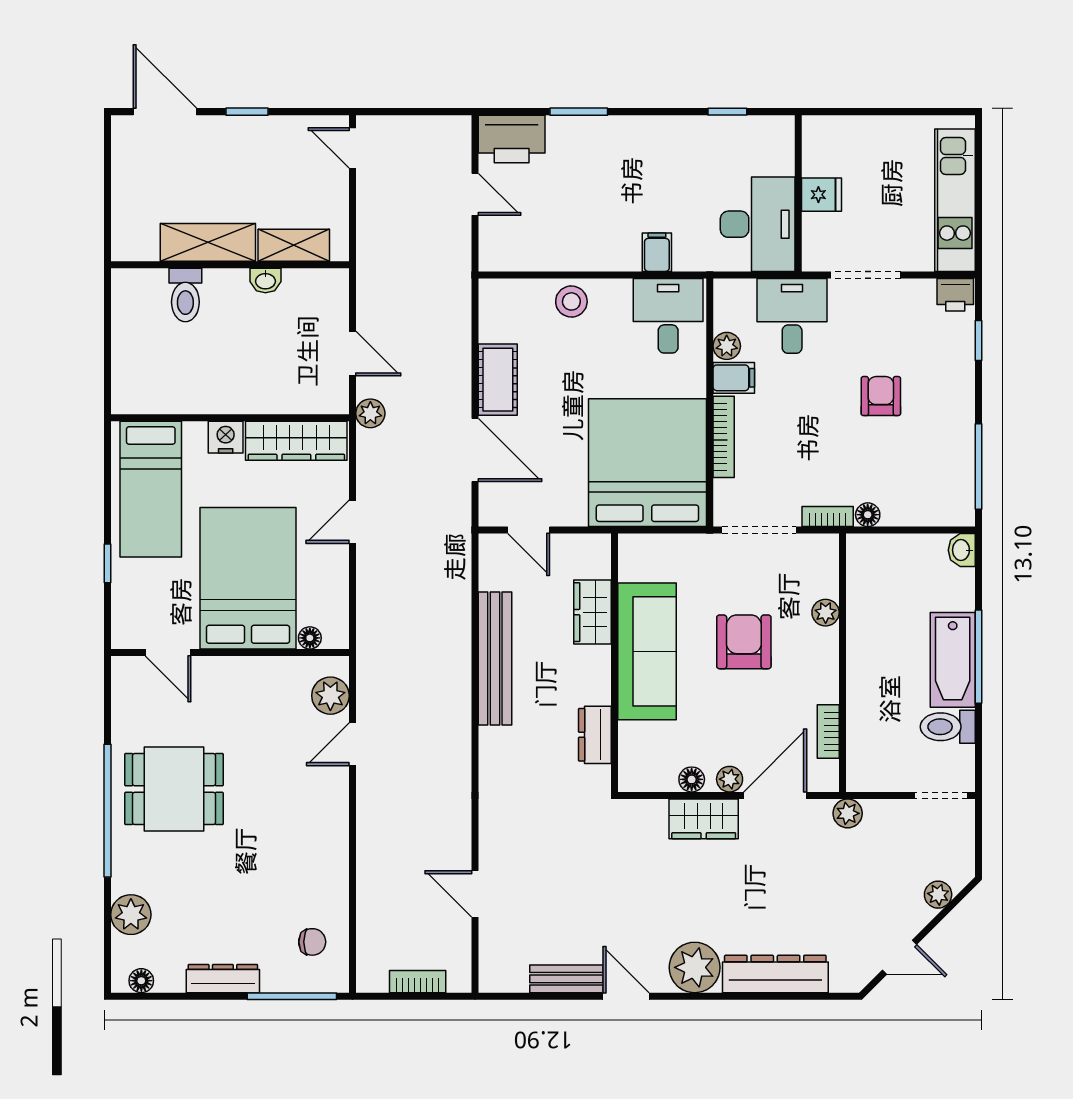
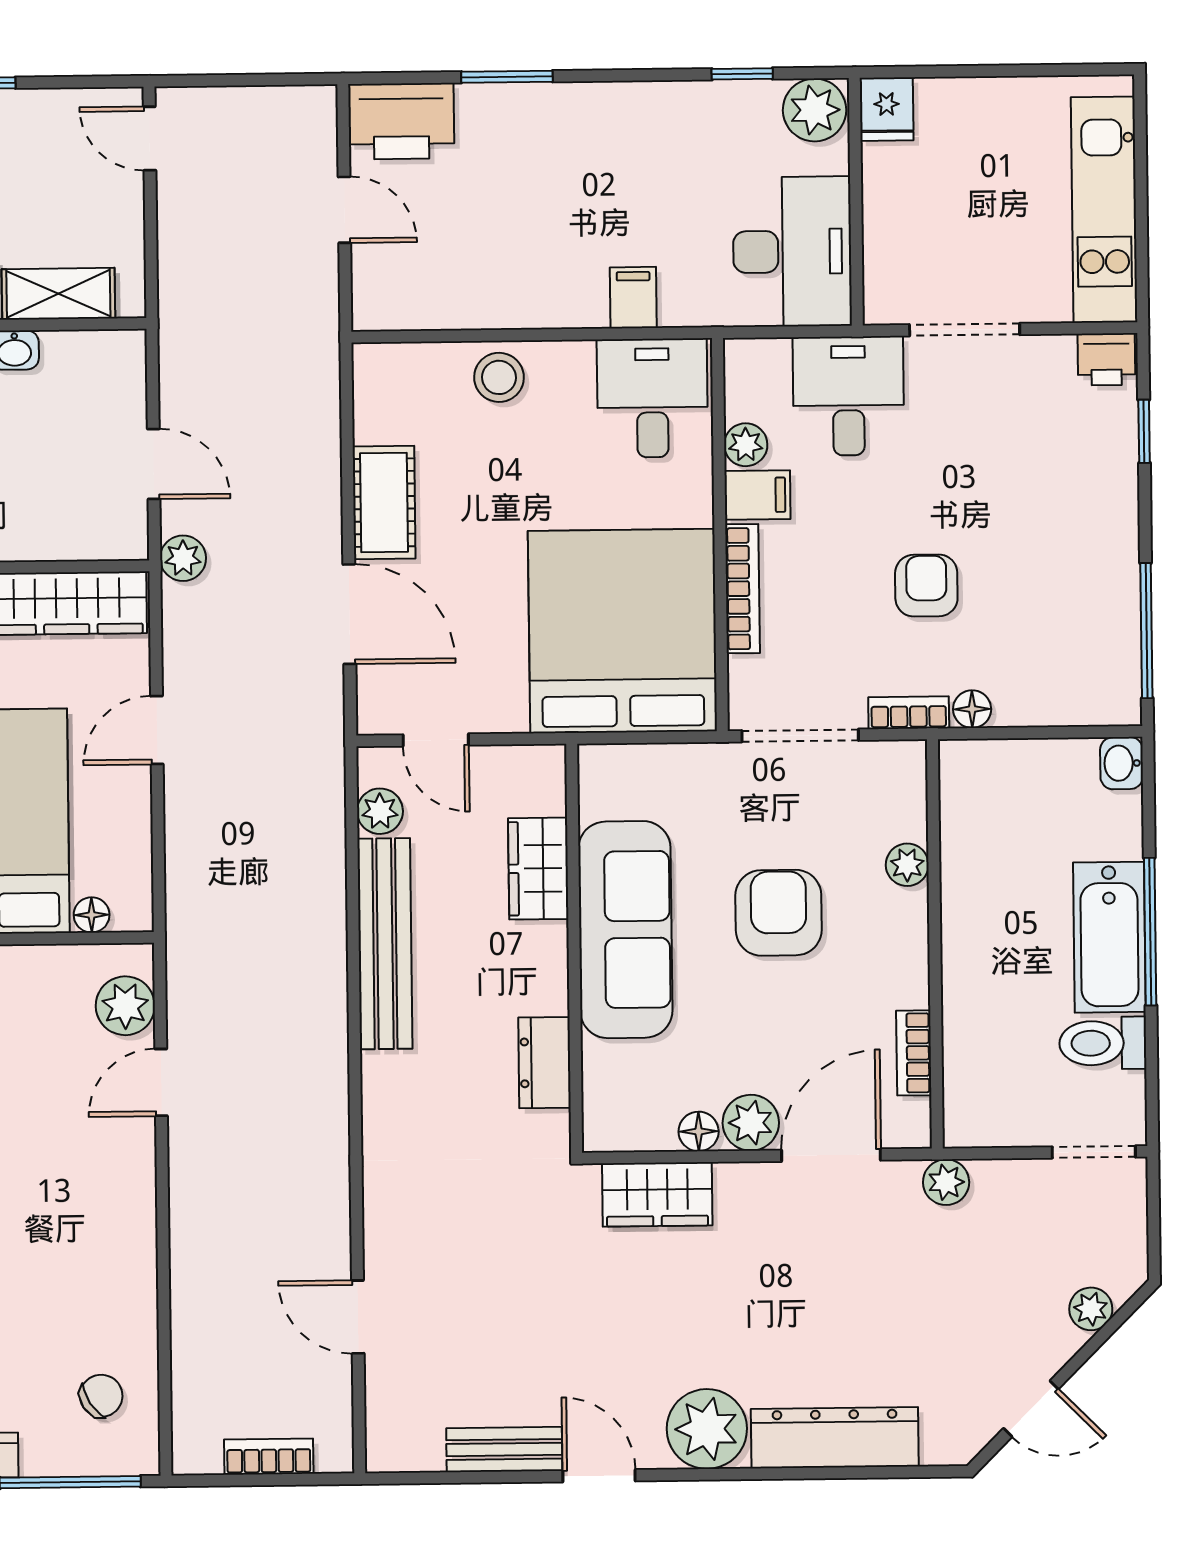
plant: (773, 135) -> (815, 110), added
fridge: (822, 195) -> (887, 109), moved, turned 90
armchair: (881, 396) -> (926, 586), moved
plant: (493, 575) -> (380, 811), added
plant: (730, 779) -> (751, 1123), width x1.38, depth x1.38
wardrobe: (704, 819) -> (657, 1194), moved
chair: (312, 942) -> (101, 1396), turned -33

